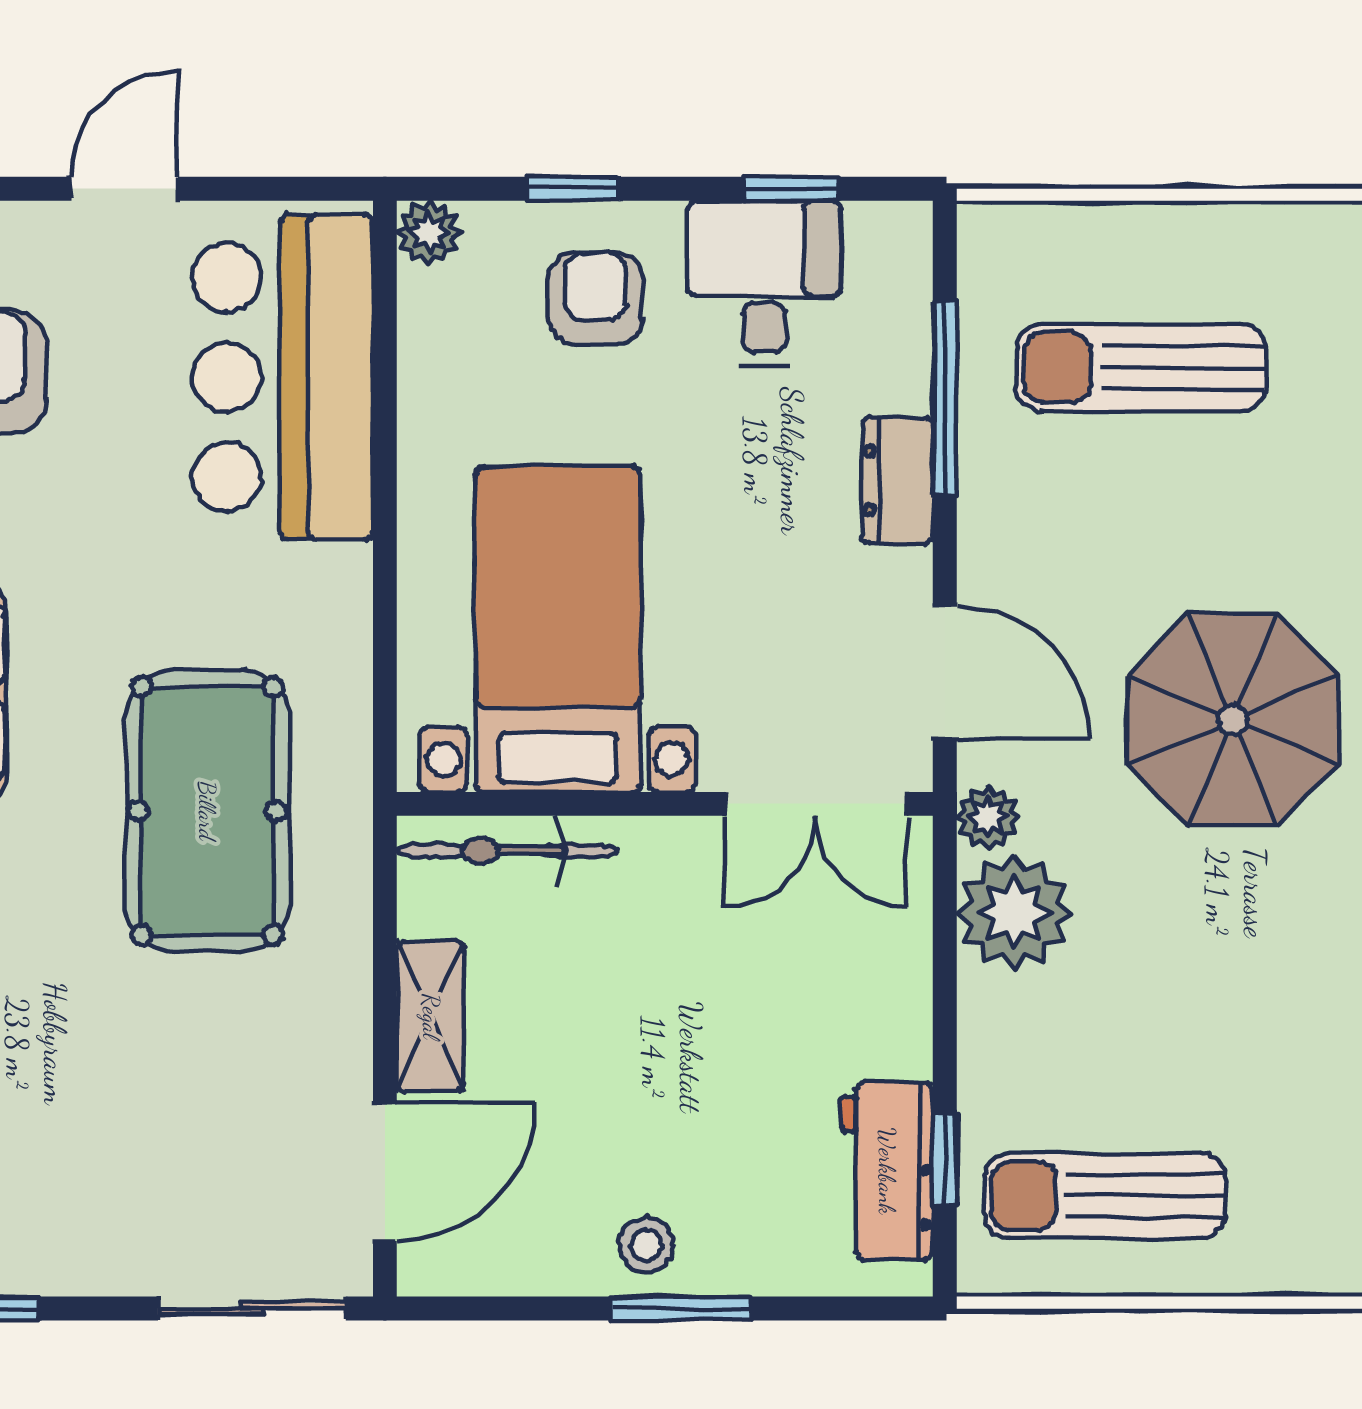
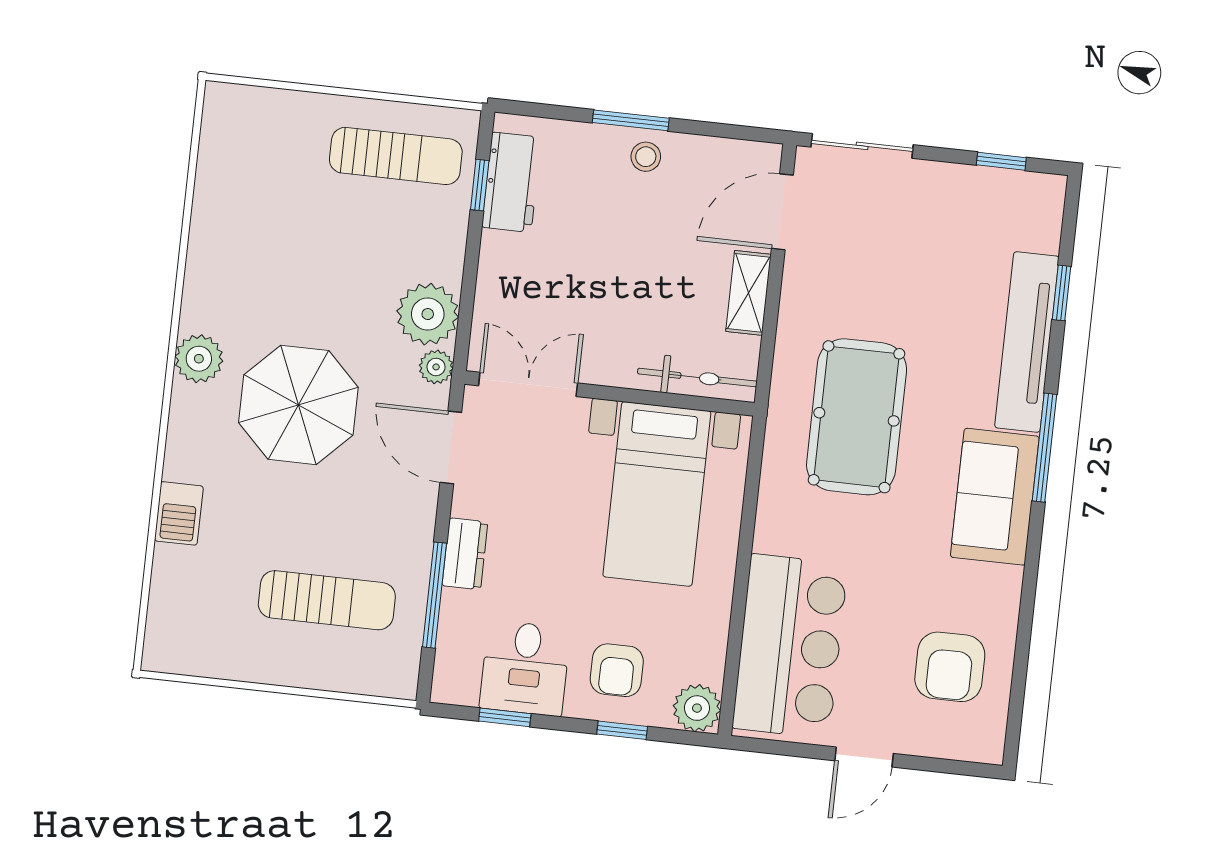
plant: (429, 233) -> (697, 708), width x1.38, depth x1.38

